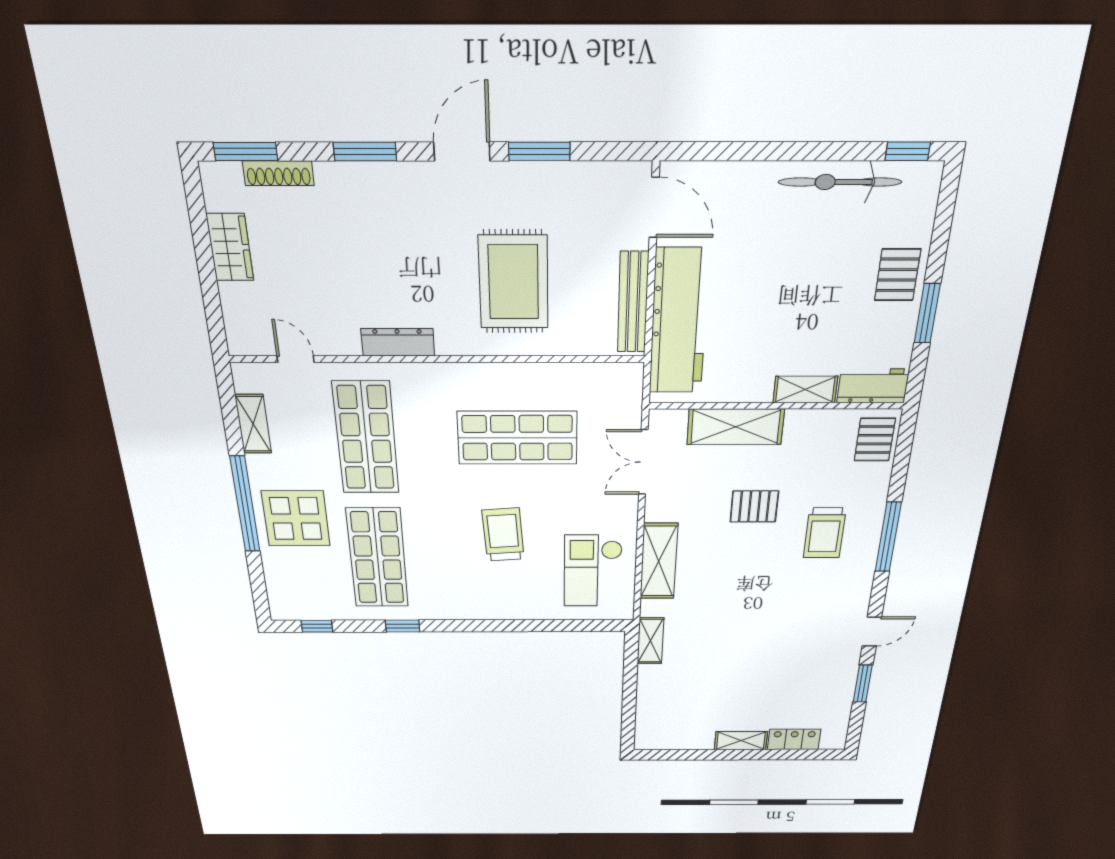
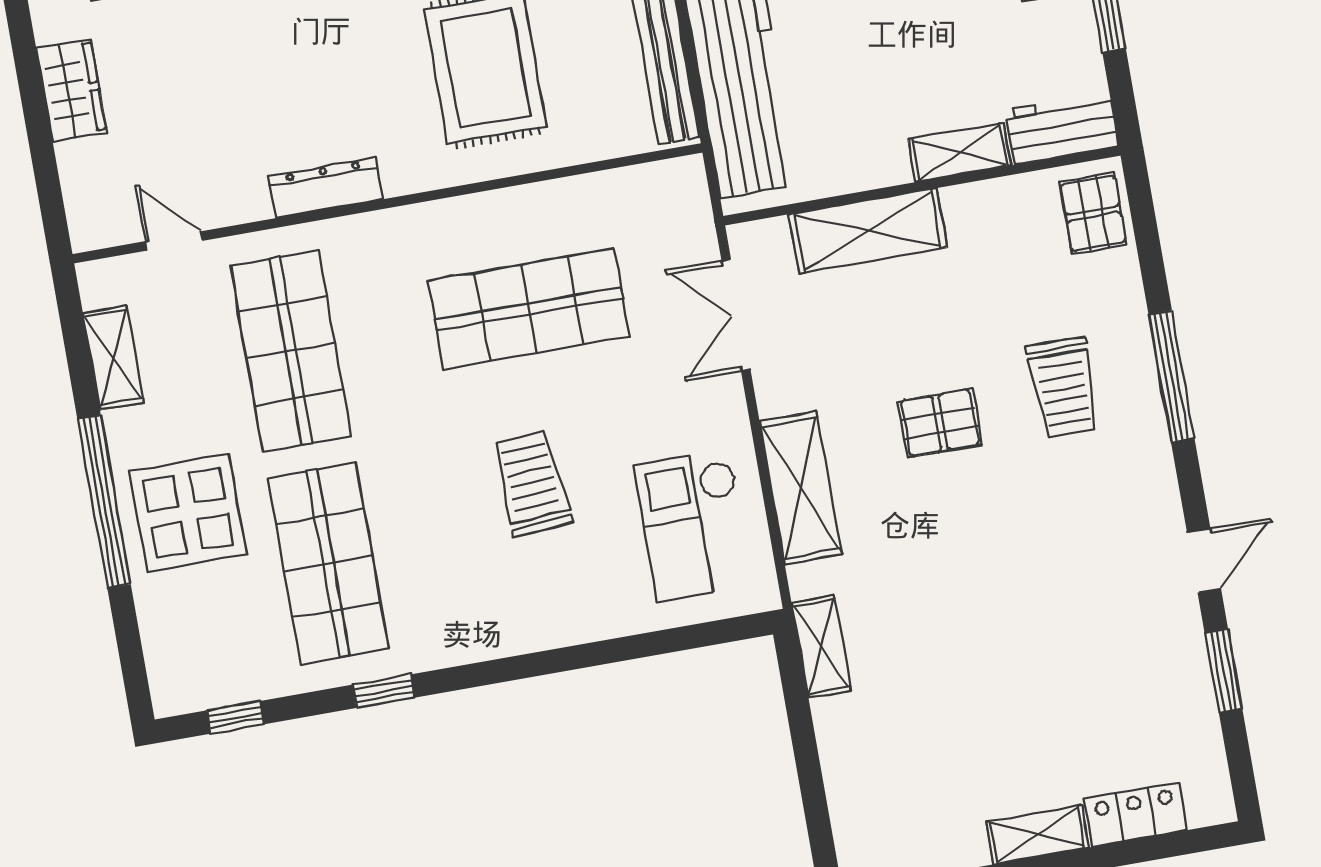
pallet: (754, 506) -> (940, 423), moved

